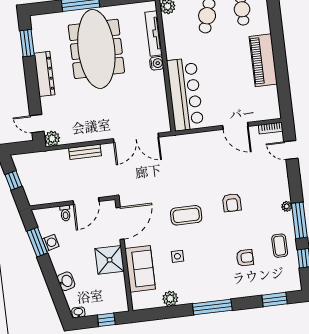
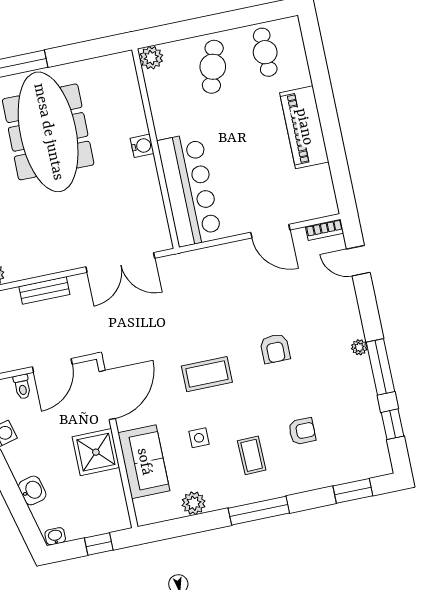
tv unit: (154, 33) -> (133, 101), removed
coffee table: (280, 246) -> (252, 455), moved

